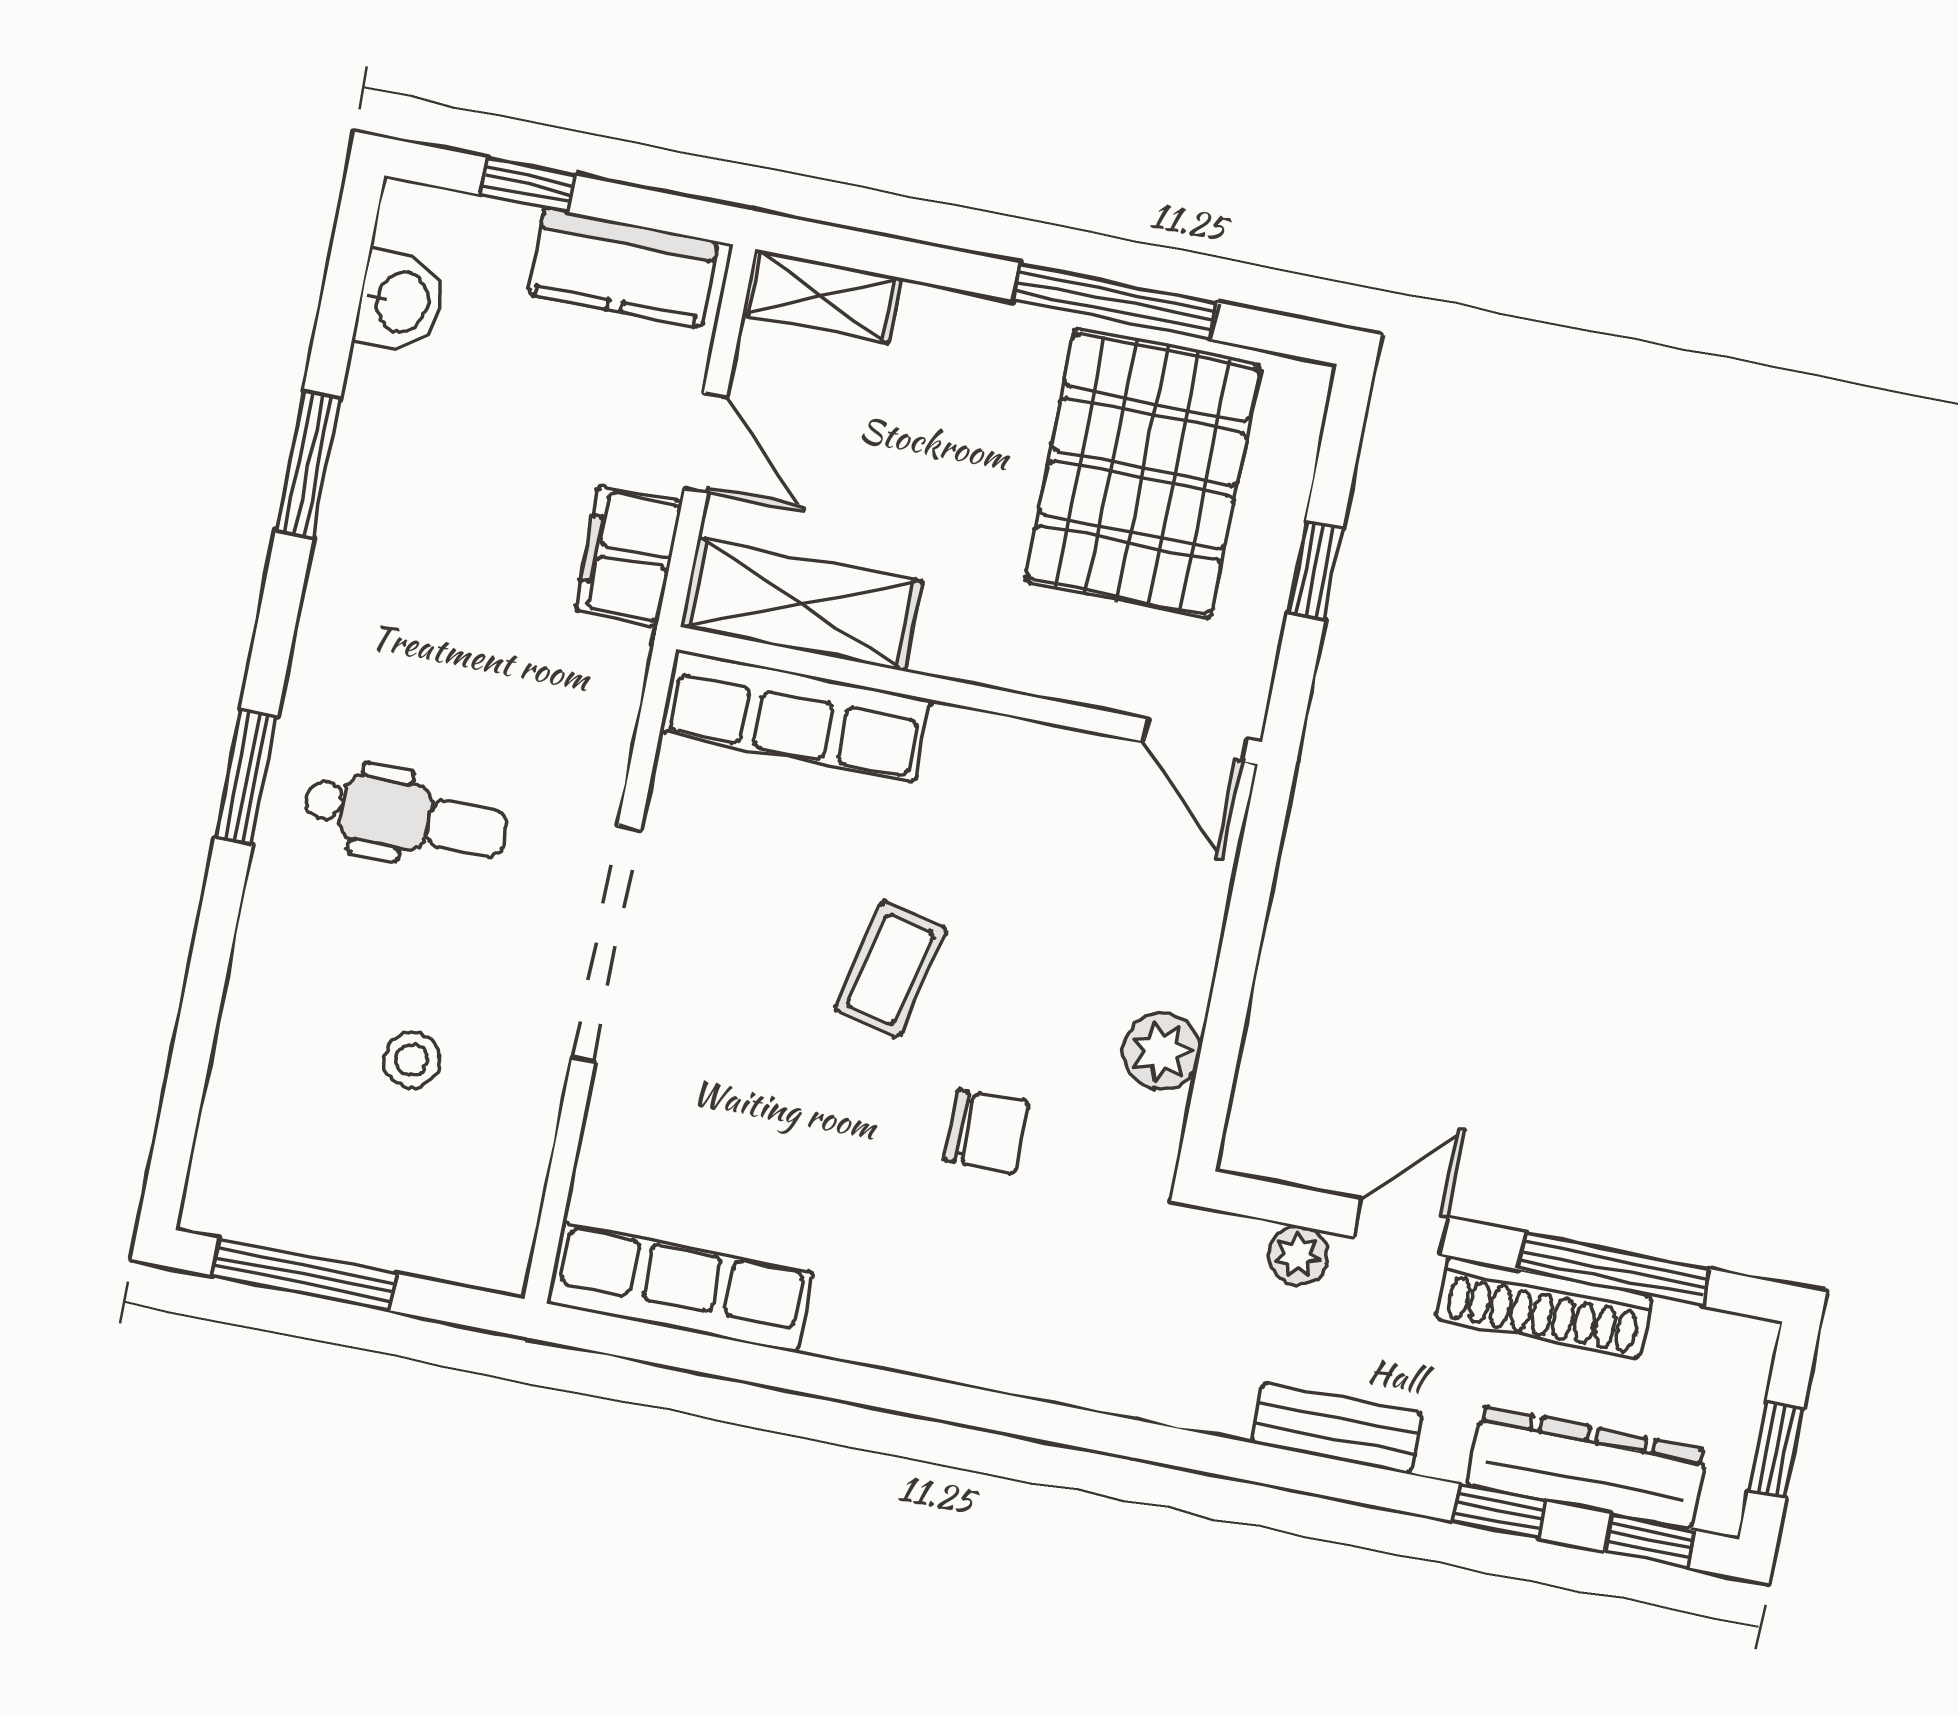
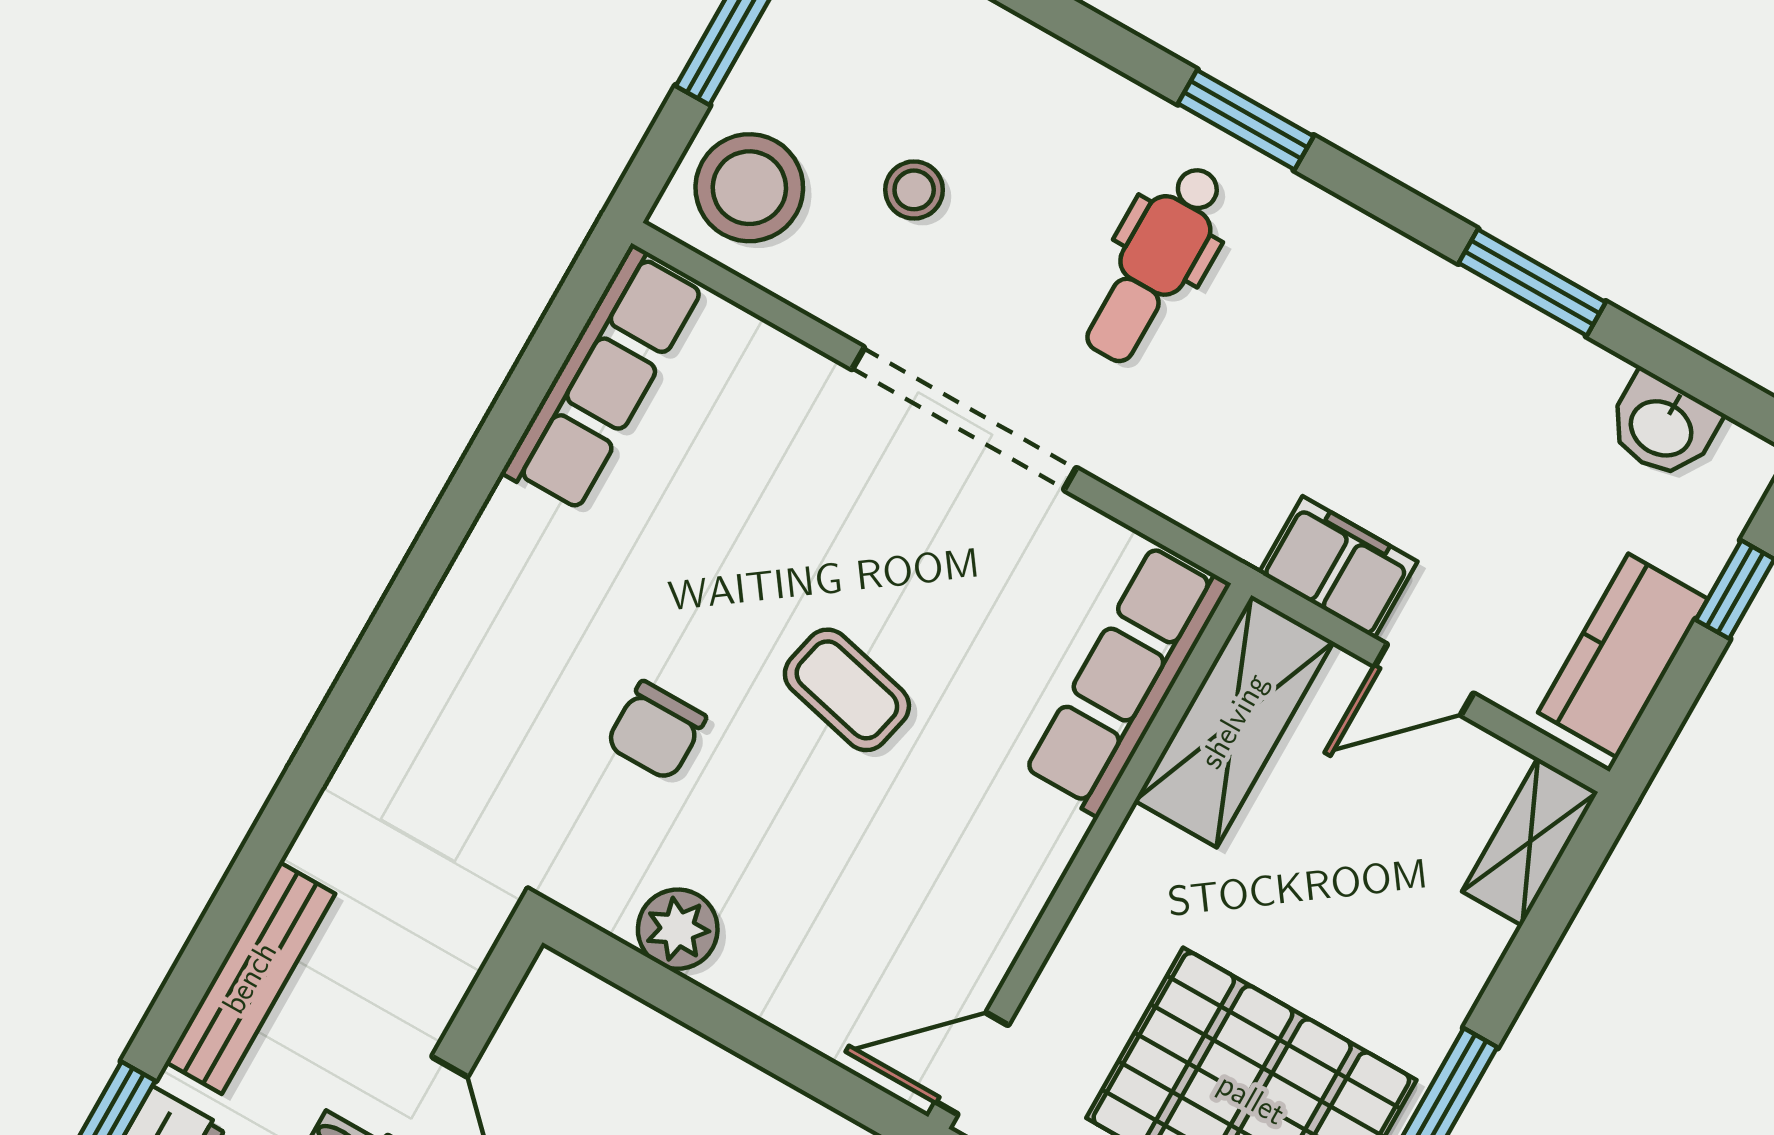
stool: (460, 1212) -> (749, 188), added
plant: (1298, 1255) -> (433, 996), removed
bench: (1337, 1428) -> (250, 978), width x1.36

